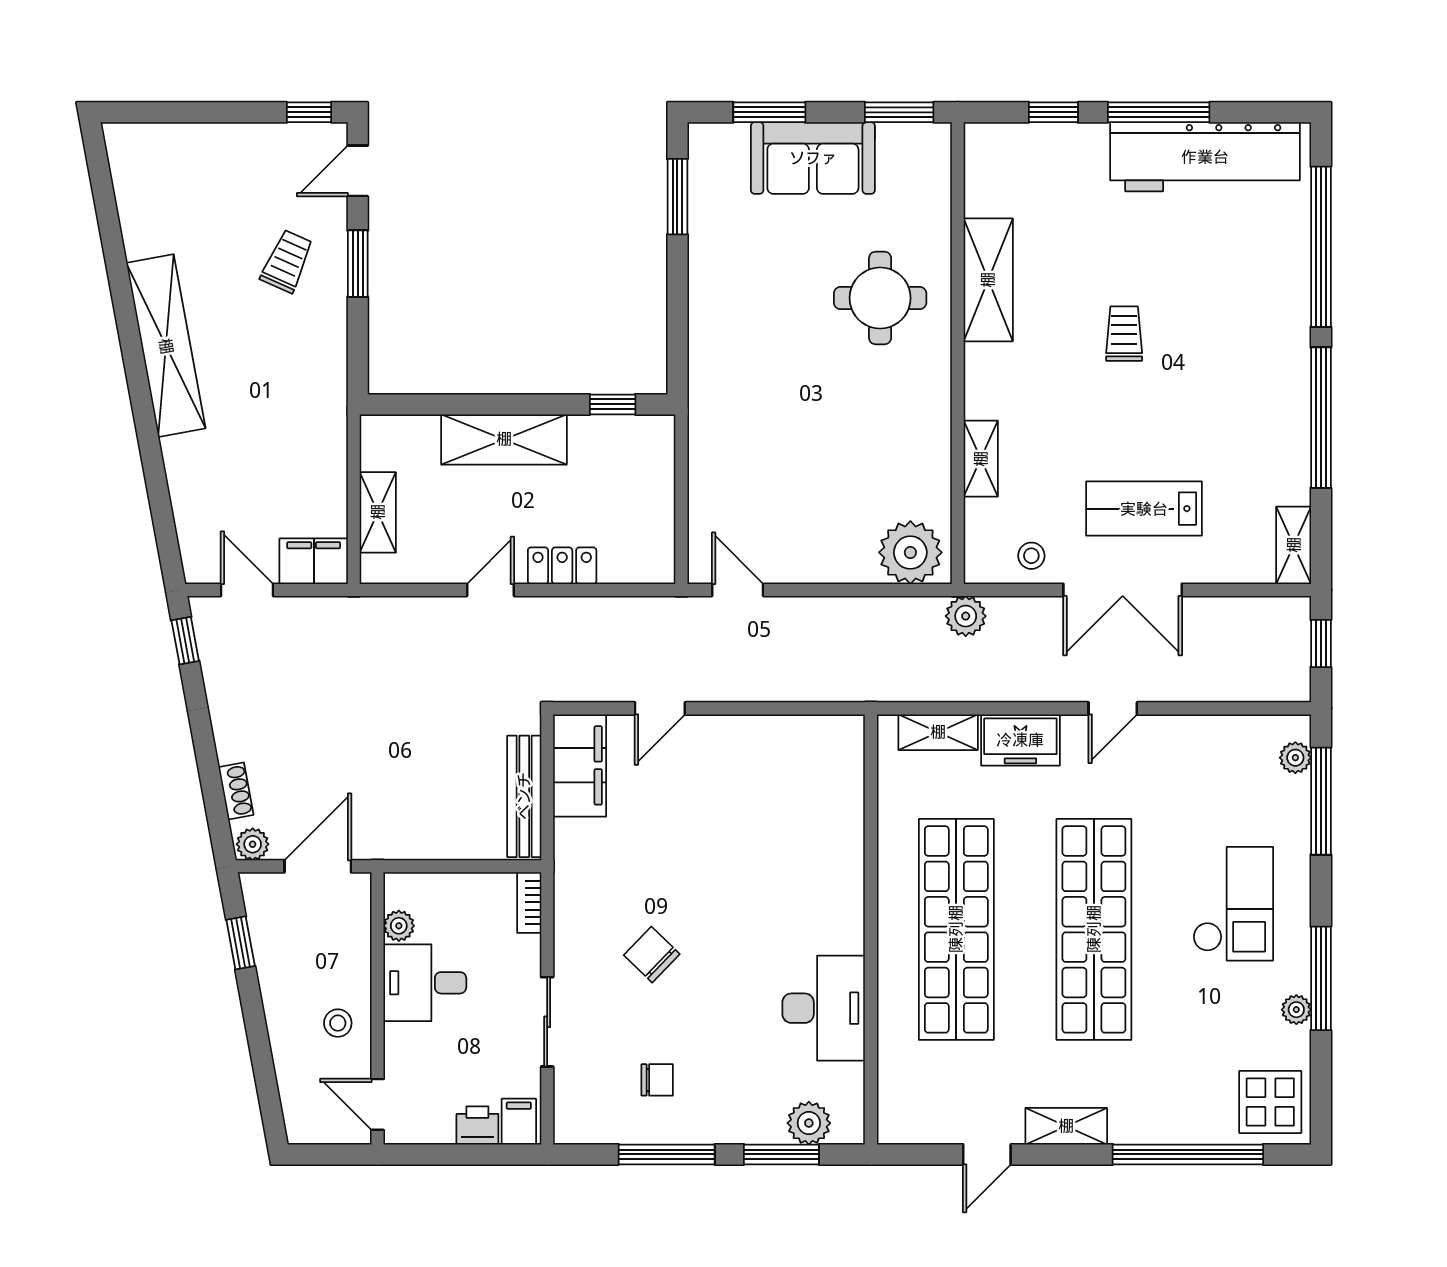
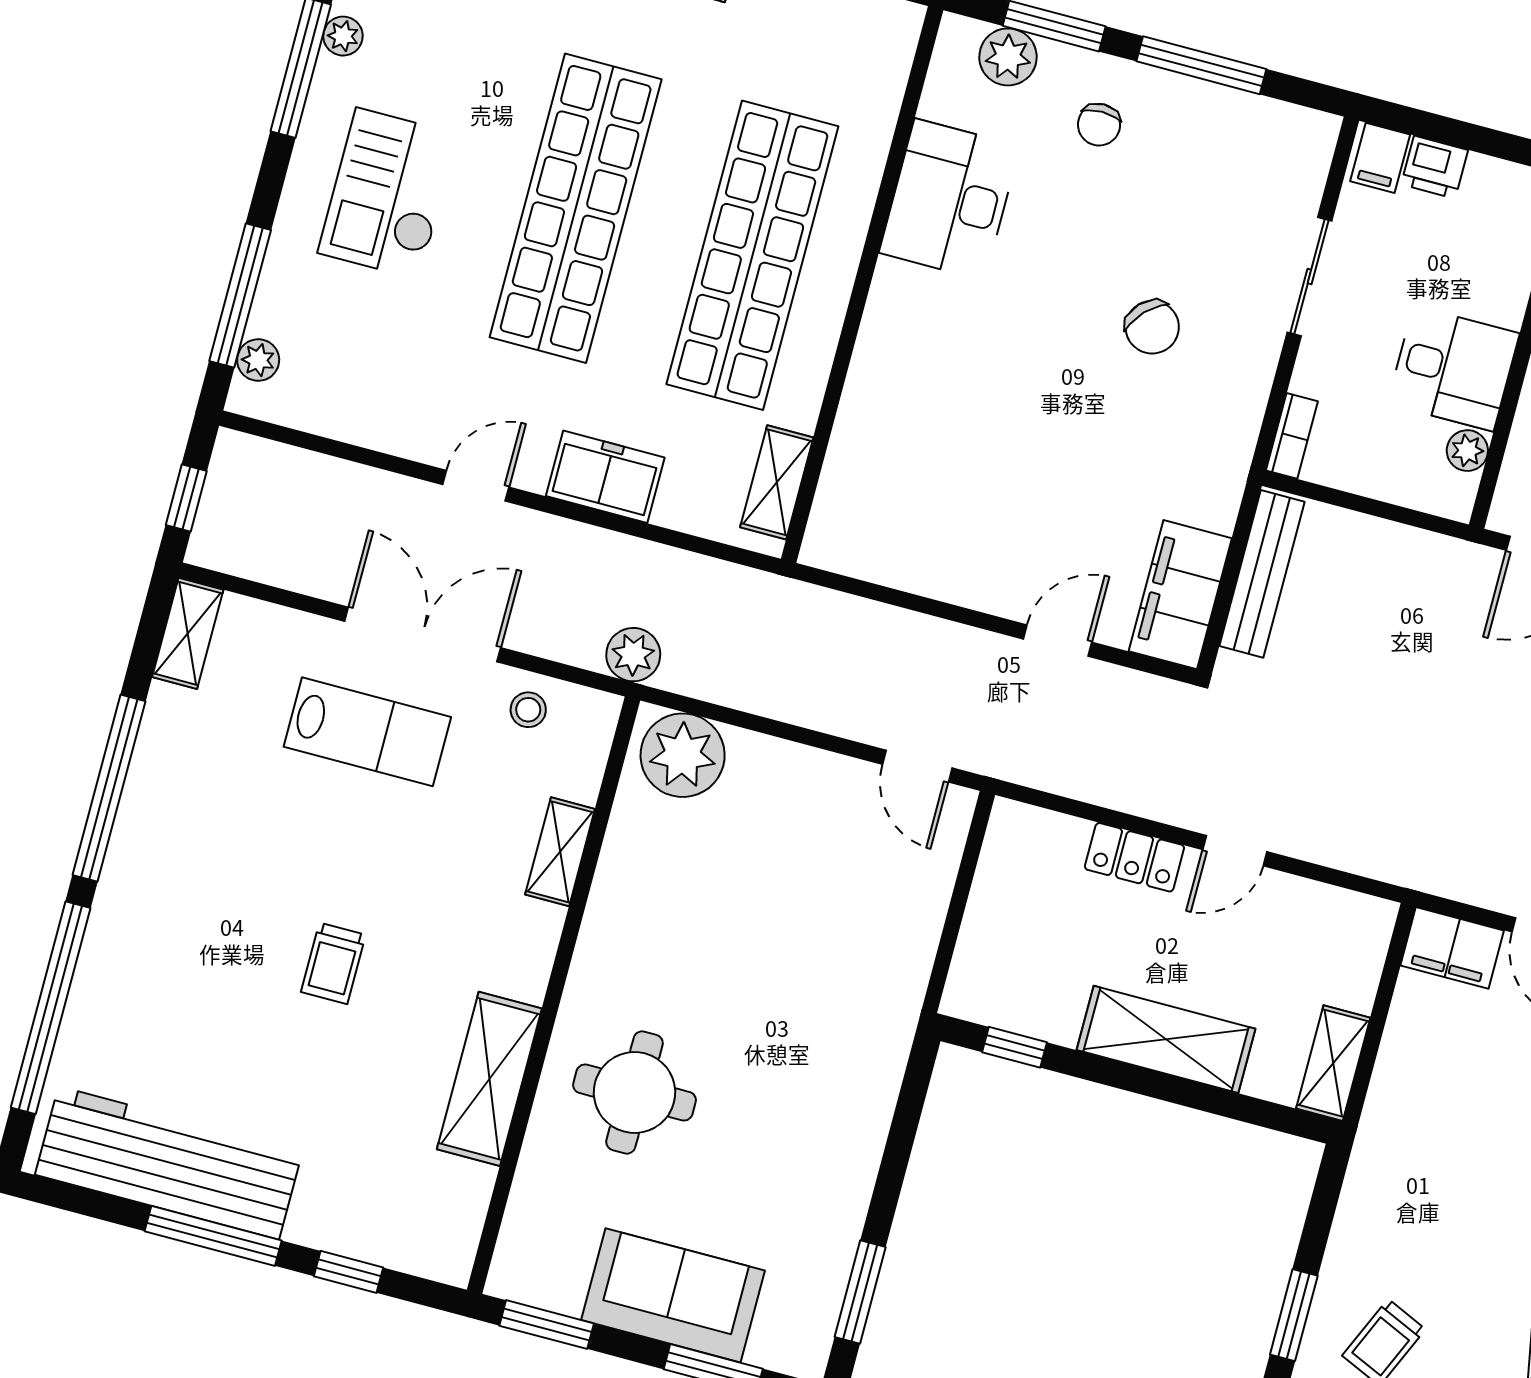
shelving: (378, 512) -> (1333, 1063), moved
shelving: (938, 732) -> (777, 482), moved, turned 90
chair: (657, 1080) -> (1099, 125), moved, turned -90

